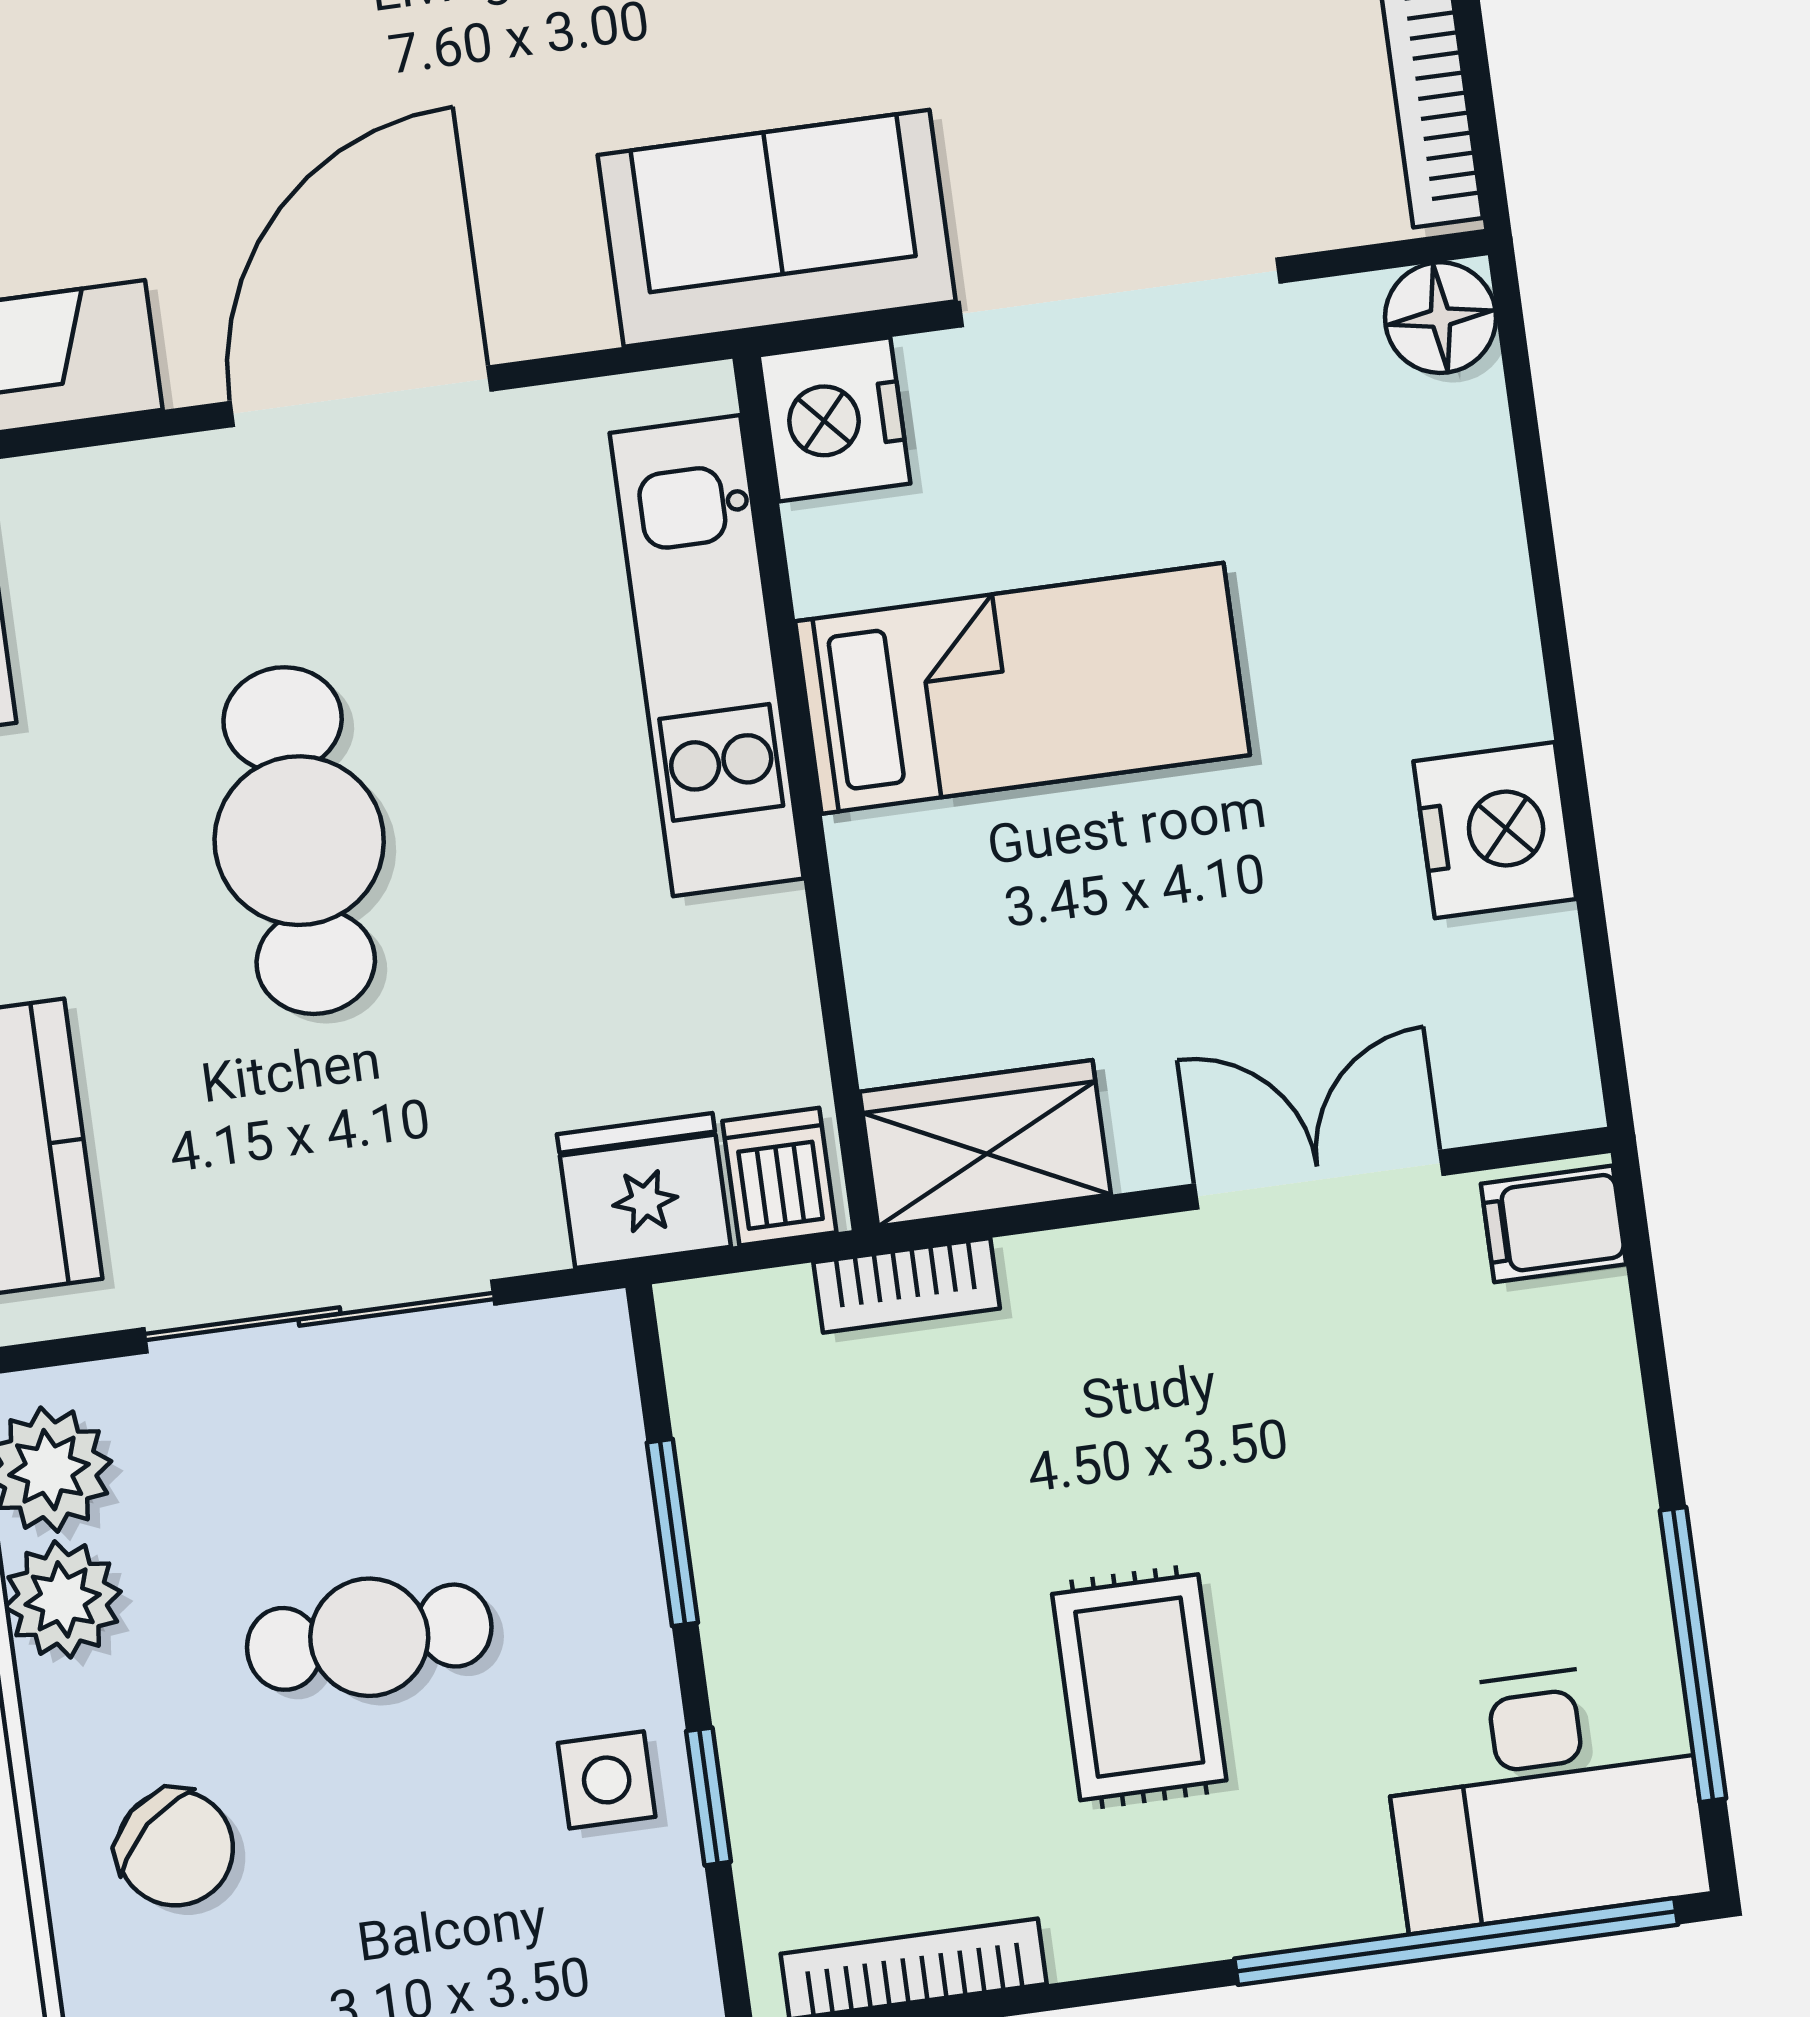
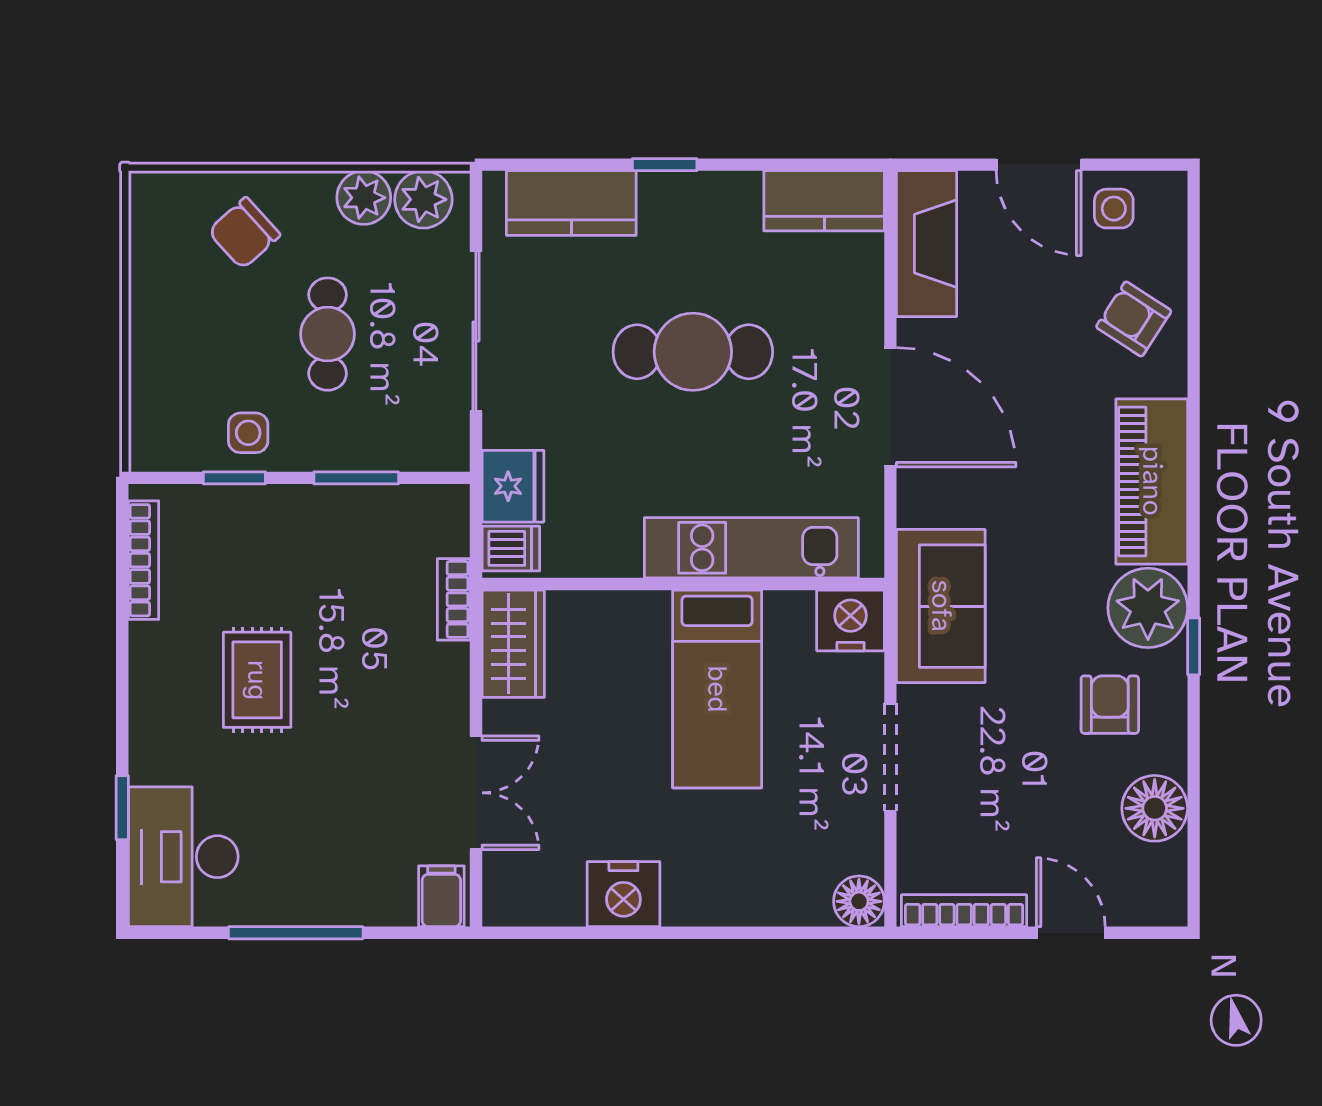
doorway: (1119, 292) -> (890, 757), width x0.73
window: (1693, 1655) -> (296, 933), moved
rug: (1139, 1687) -> (257, 680), turned 90
window: (1456, 1942) -> (122, 808), width x0.32

